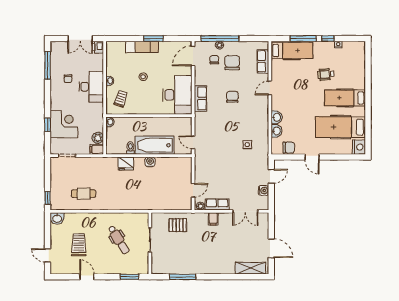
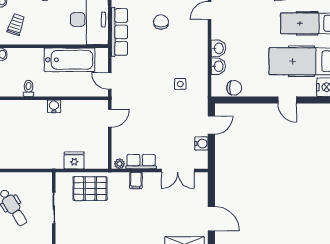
row of seats: (200, 98) -> (119, 32), width x1.48
bathtub: (155, 145) -> (69, 60), moved, turned 180
door: (312, 157) -> (287, 100), moved
fridge: (126, 163) -> (74, 160), moved, turned 180
door: (193, 190) -> (110, 118), moved
pallet: (178, 225) -> (90, 189), width x1.50, depth x1.42

